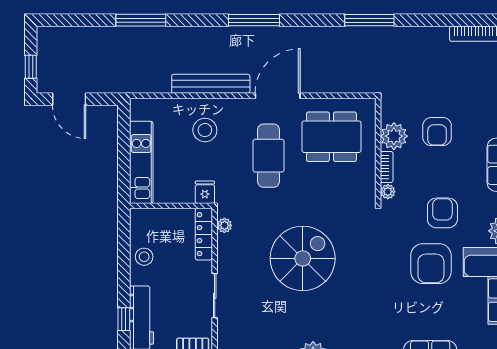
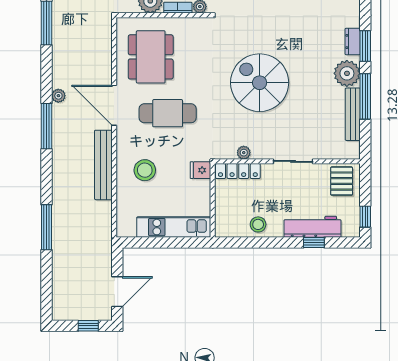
plant: (288, 34) -> (58, 96), added
plant: (224, 225) -> (244, 153), moved

